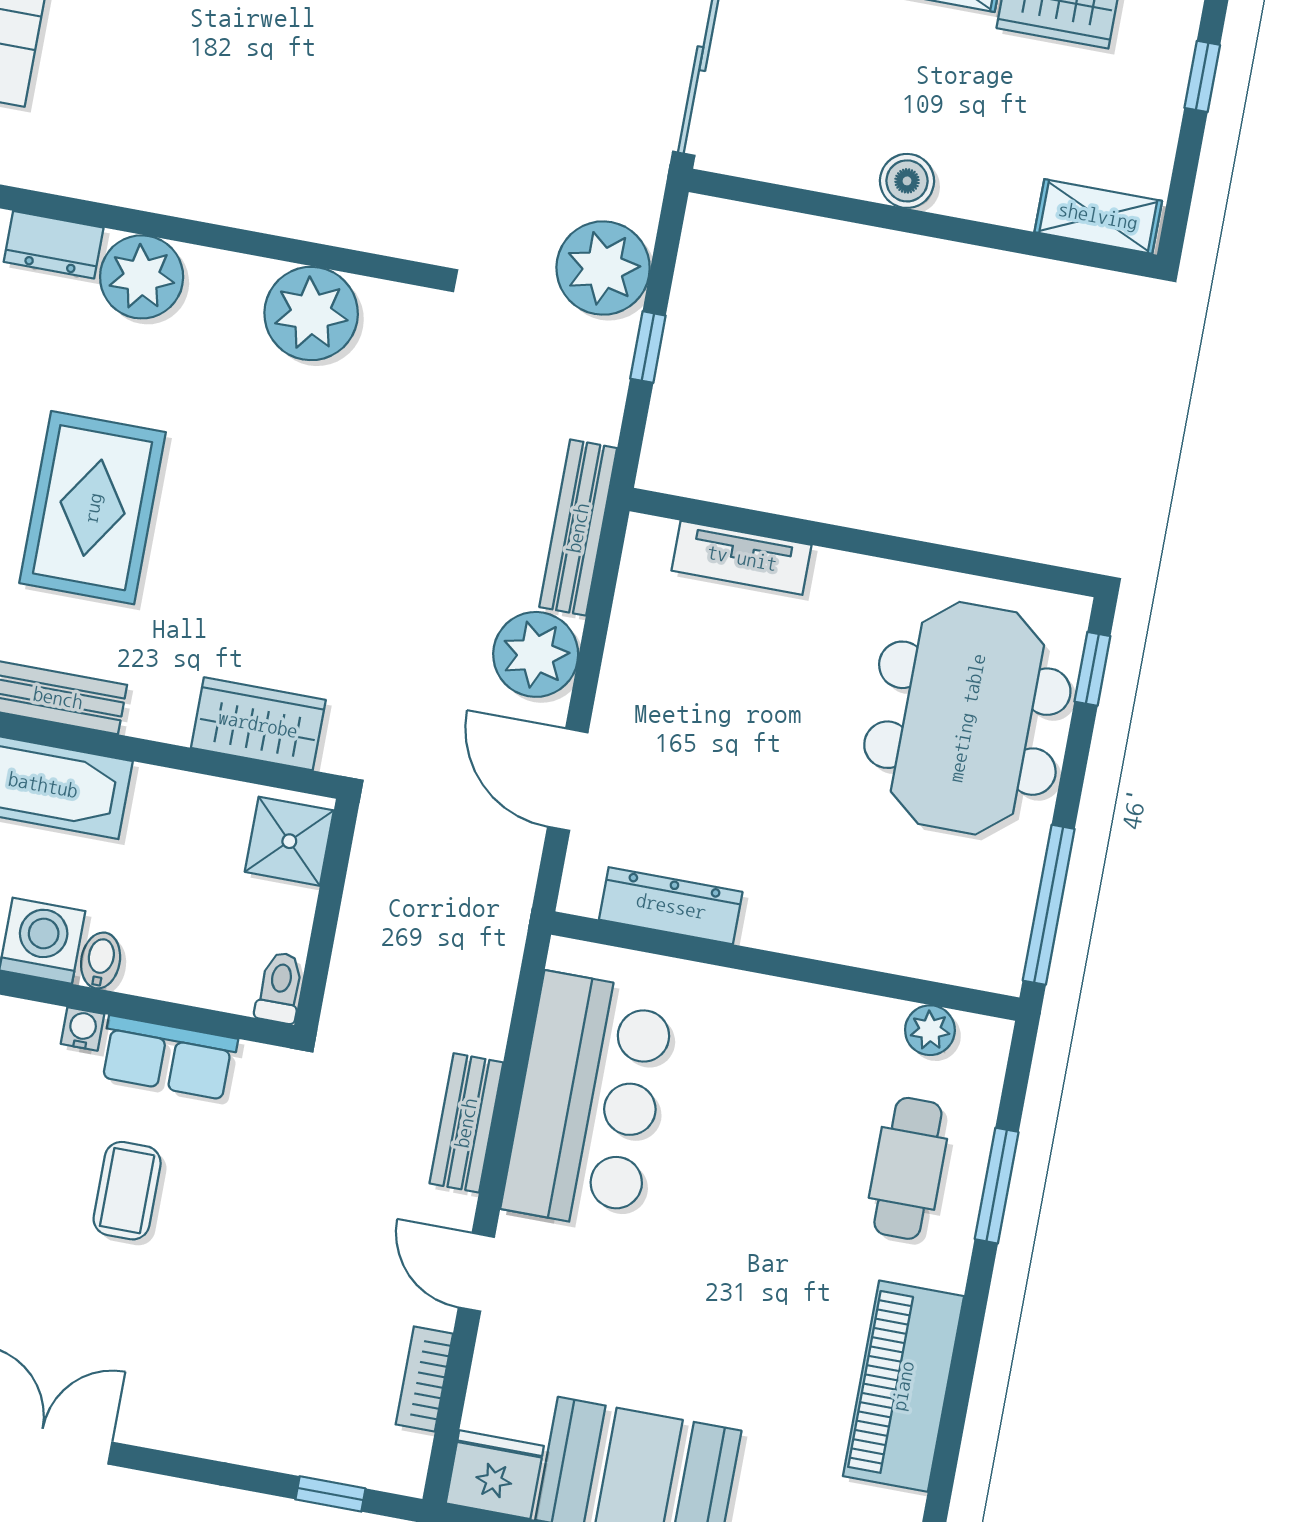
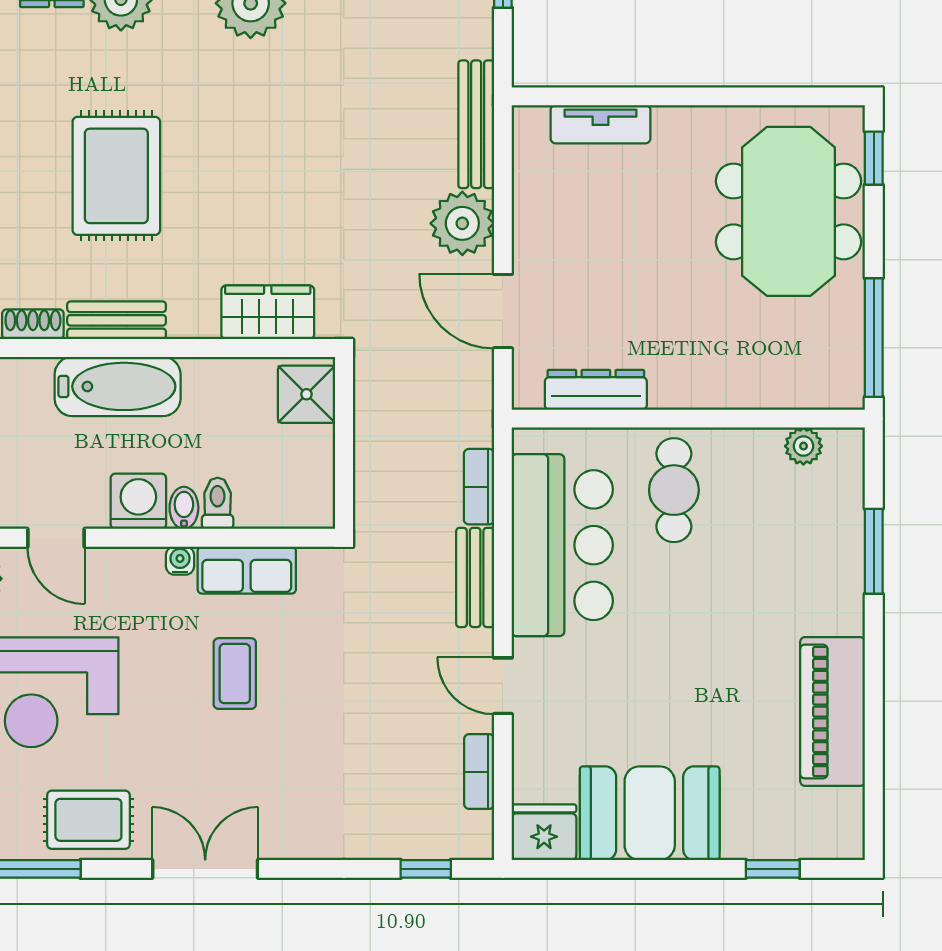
toilet: (280, 988) -> (218, 503), moved
bookcase: (494, 1005) -> (479, 487), added
cafe table: (908, 1168) -> (674, 490), moved

